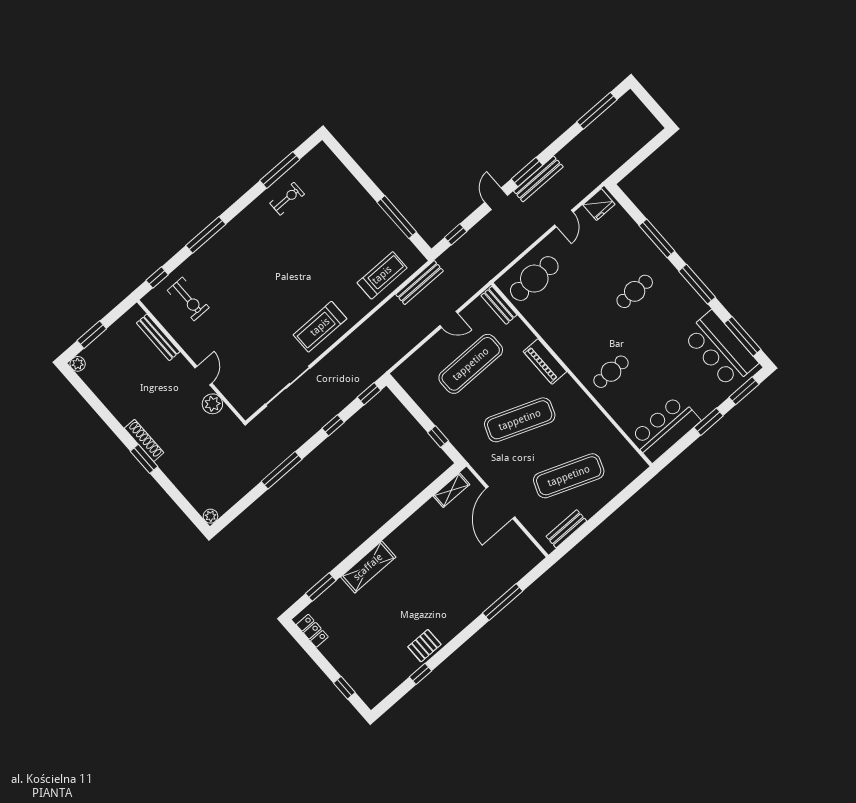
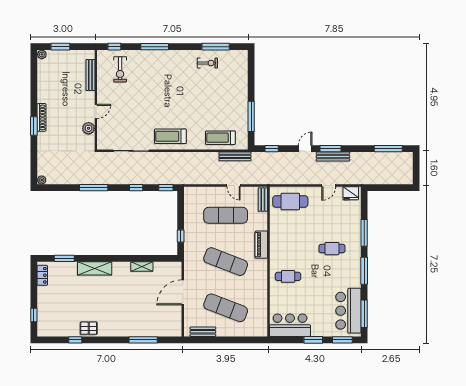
treadmill: (382, 275) -> (220, 138), turned 180
shelving: (451, 490) -> (142, 266), moved

